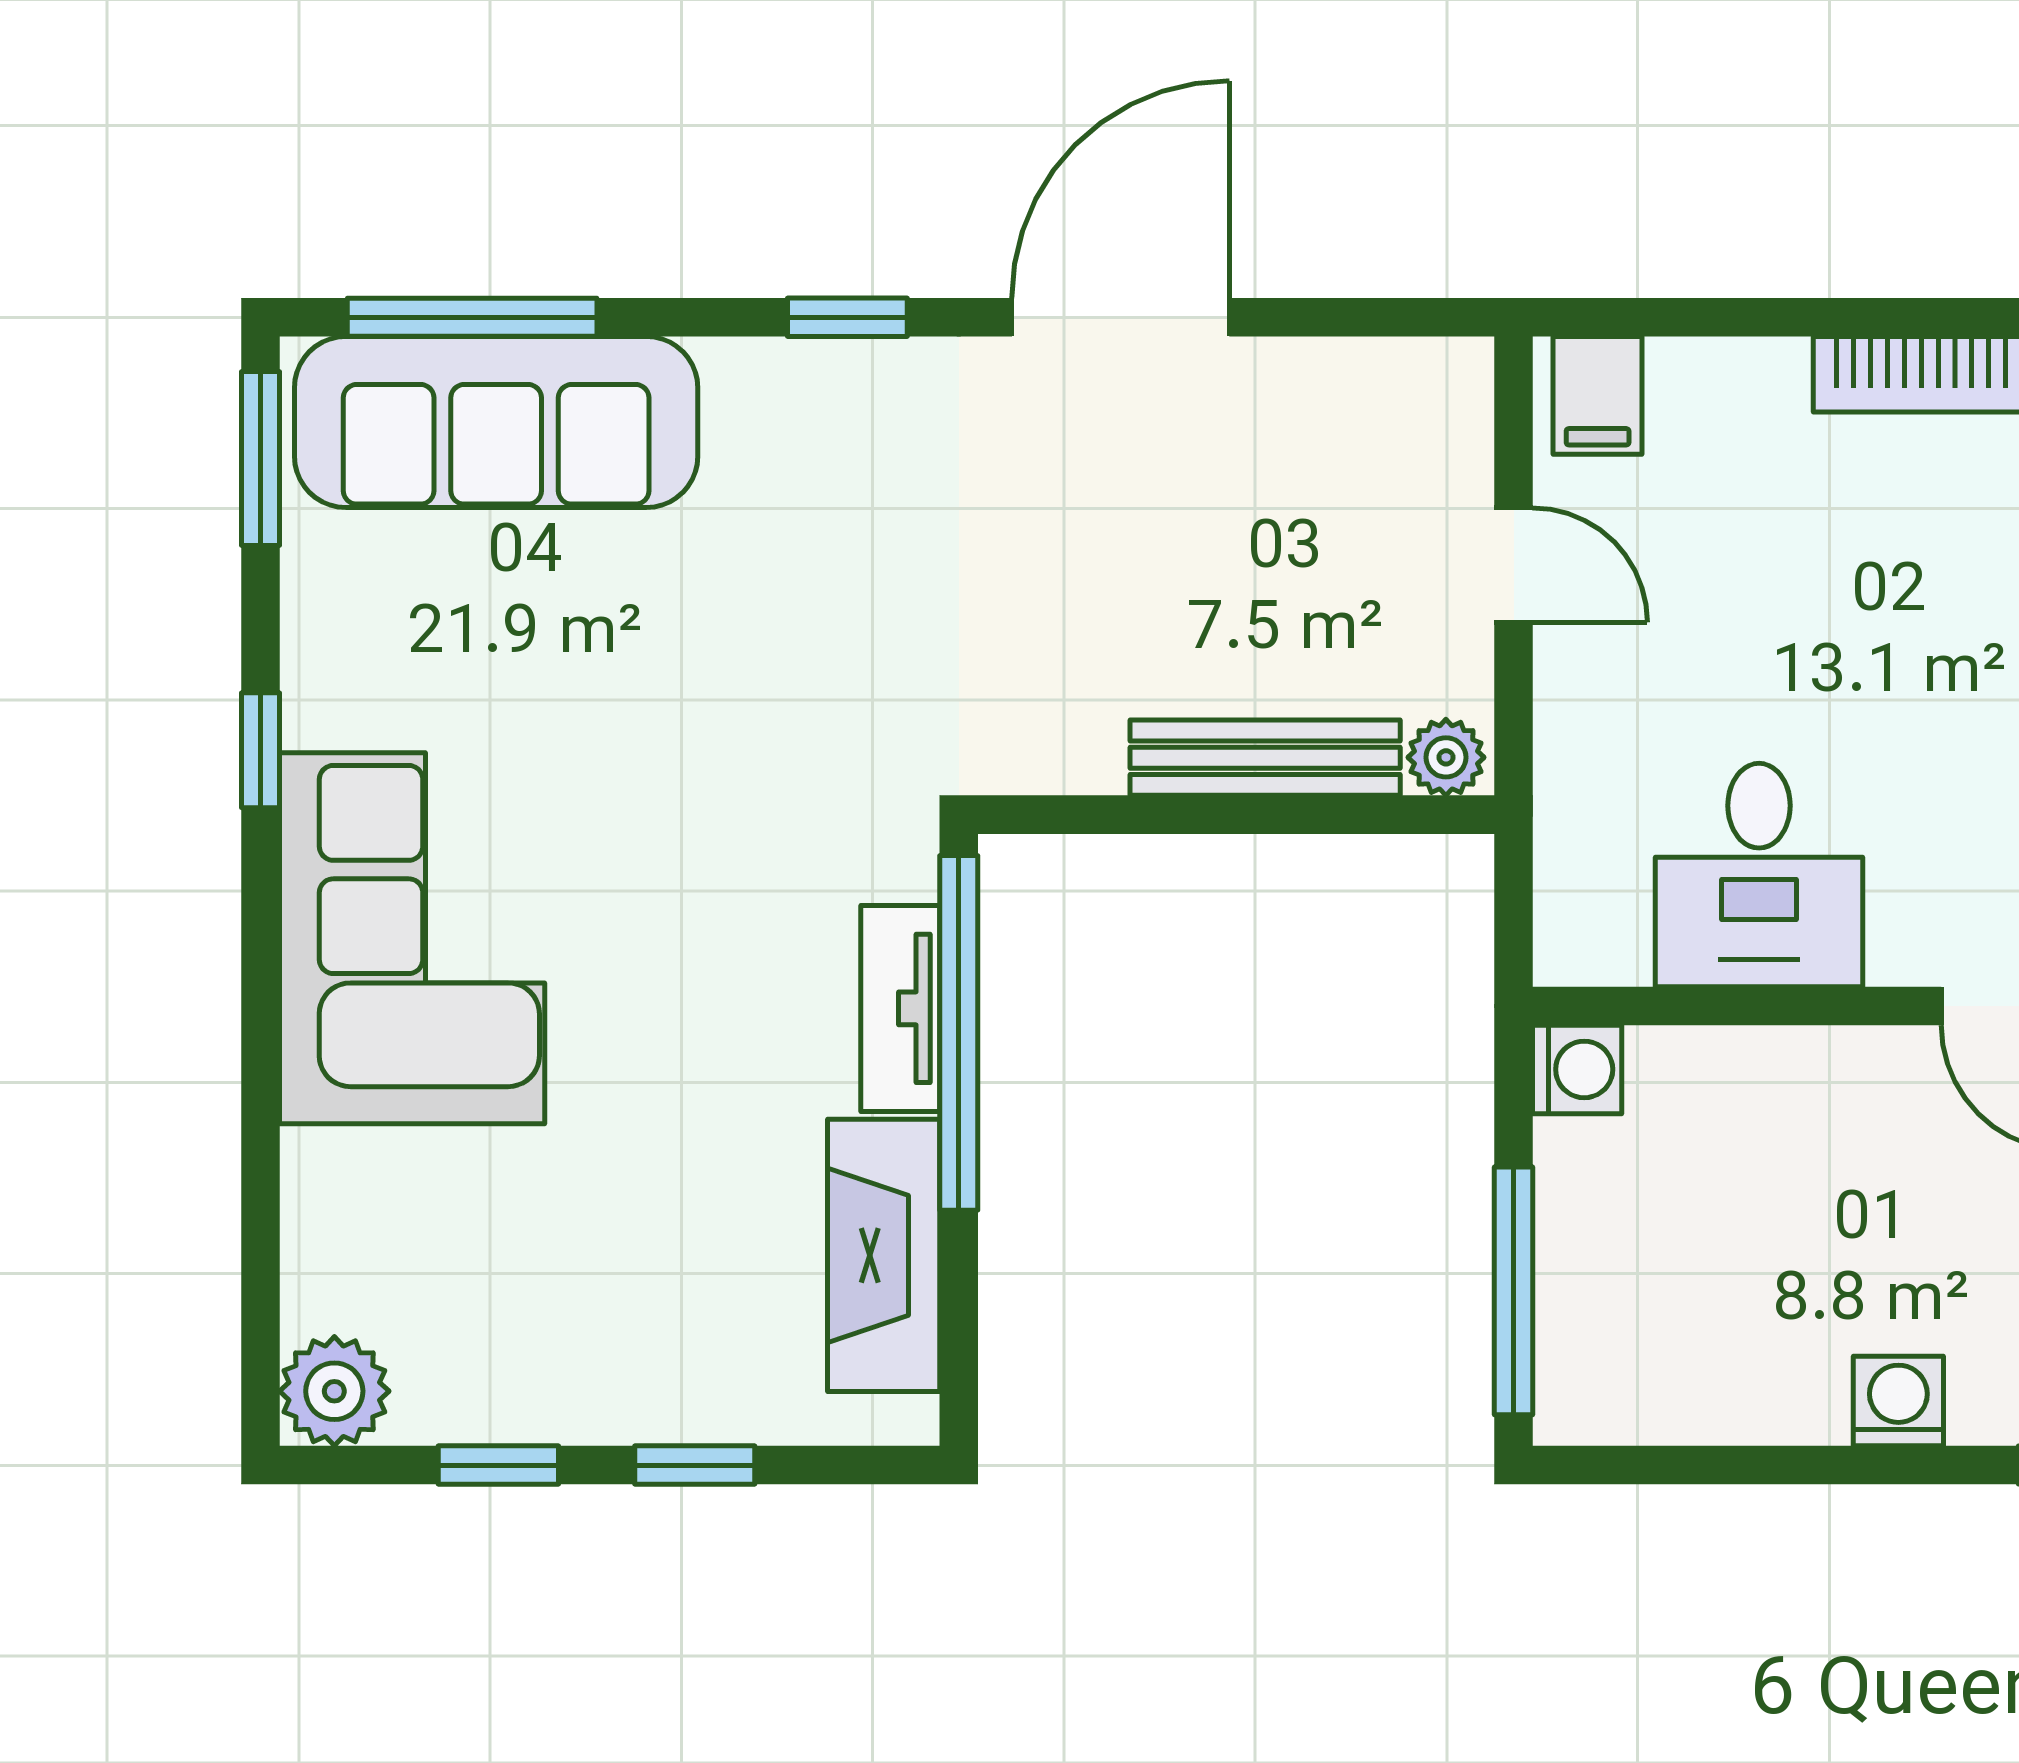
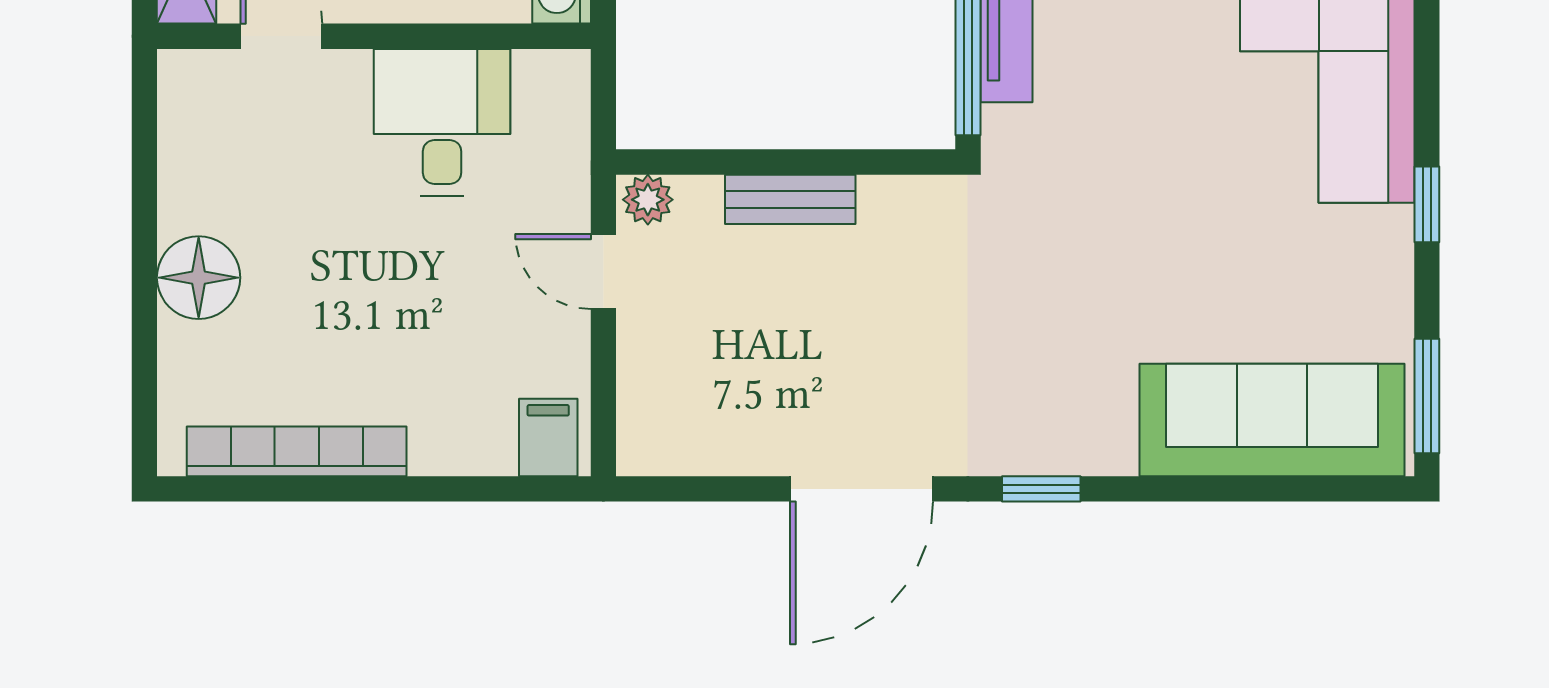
window: (472, 317) -> (1288, 489), removed
door: (1514, 565) -> (603, 271), moved
bench: (1265, 758) -> (790, 199), width x0.73

